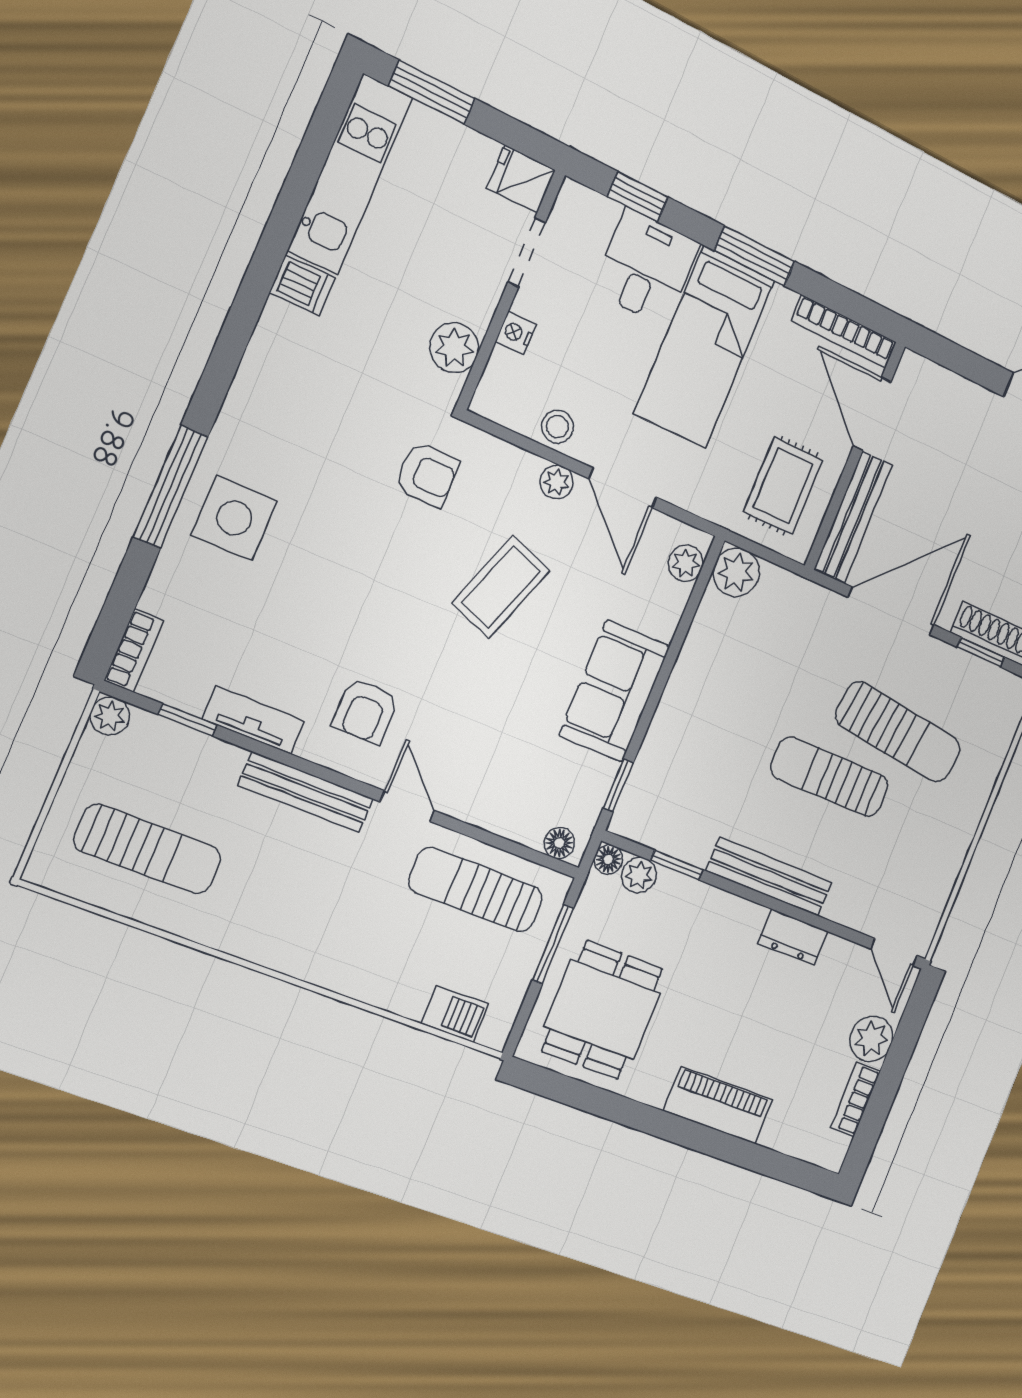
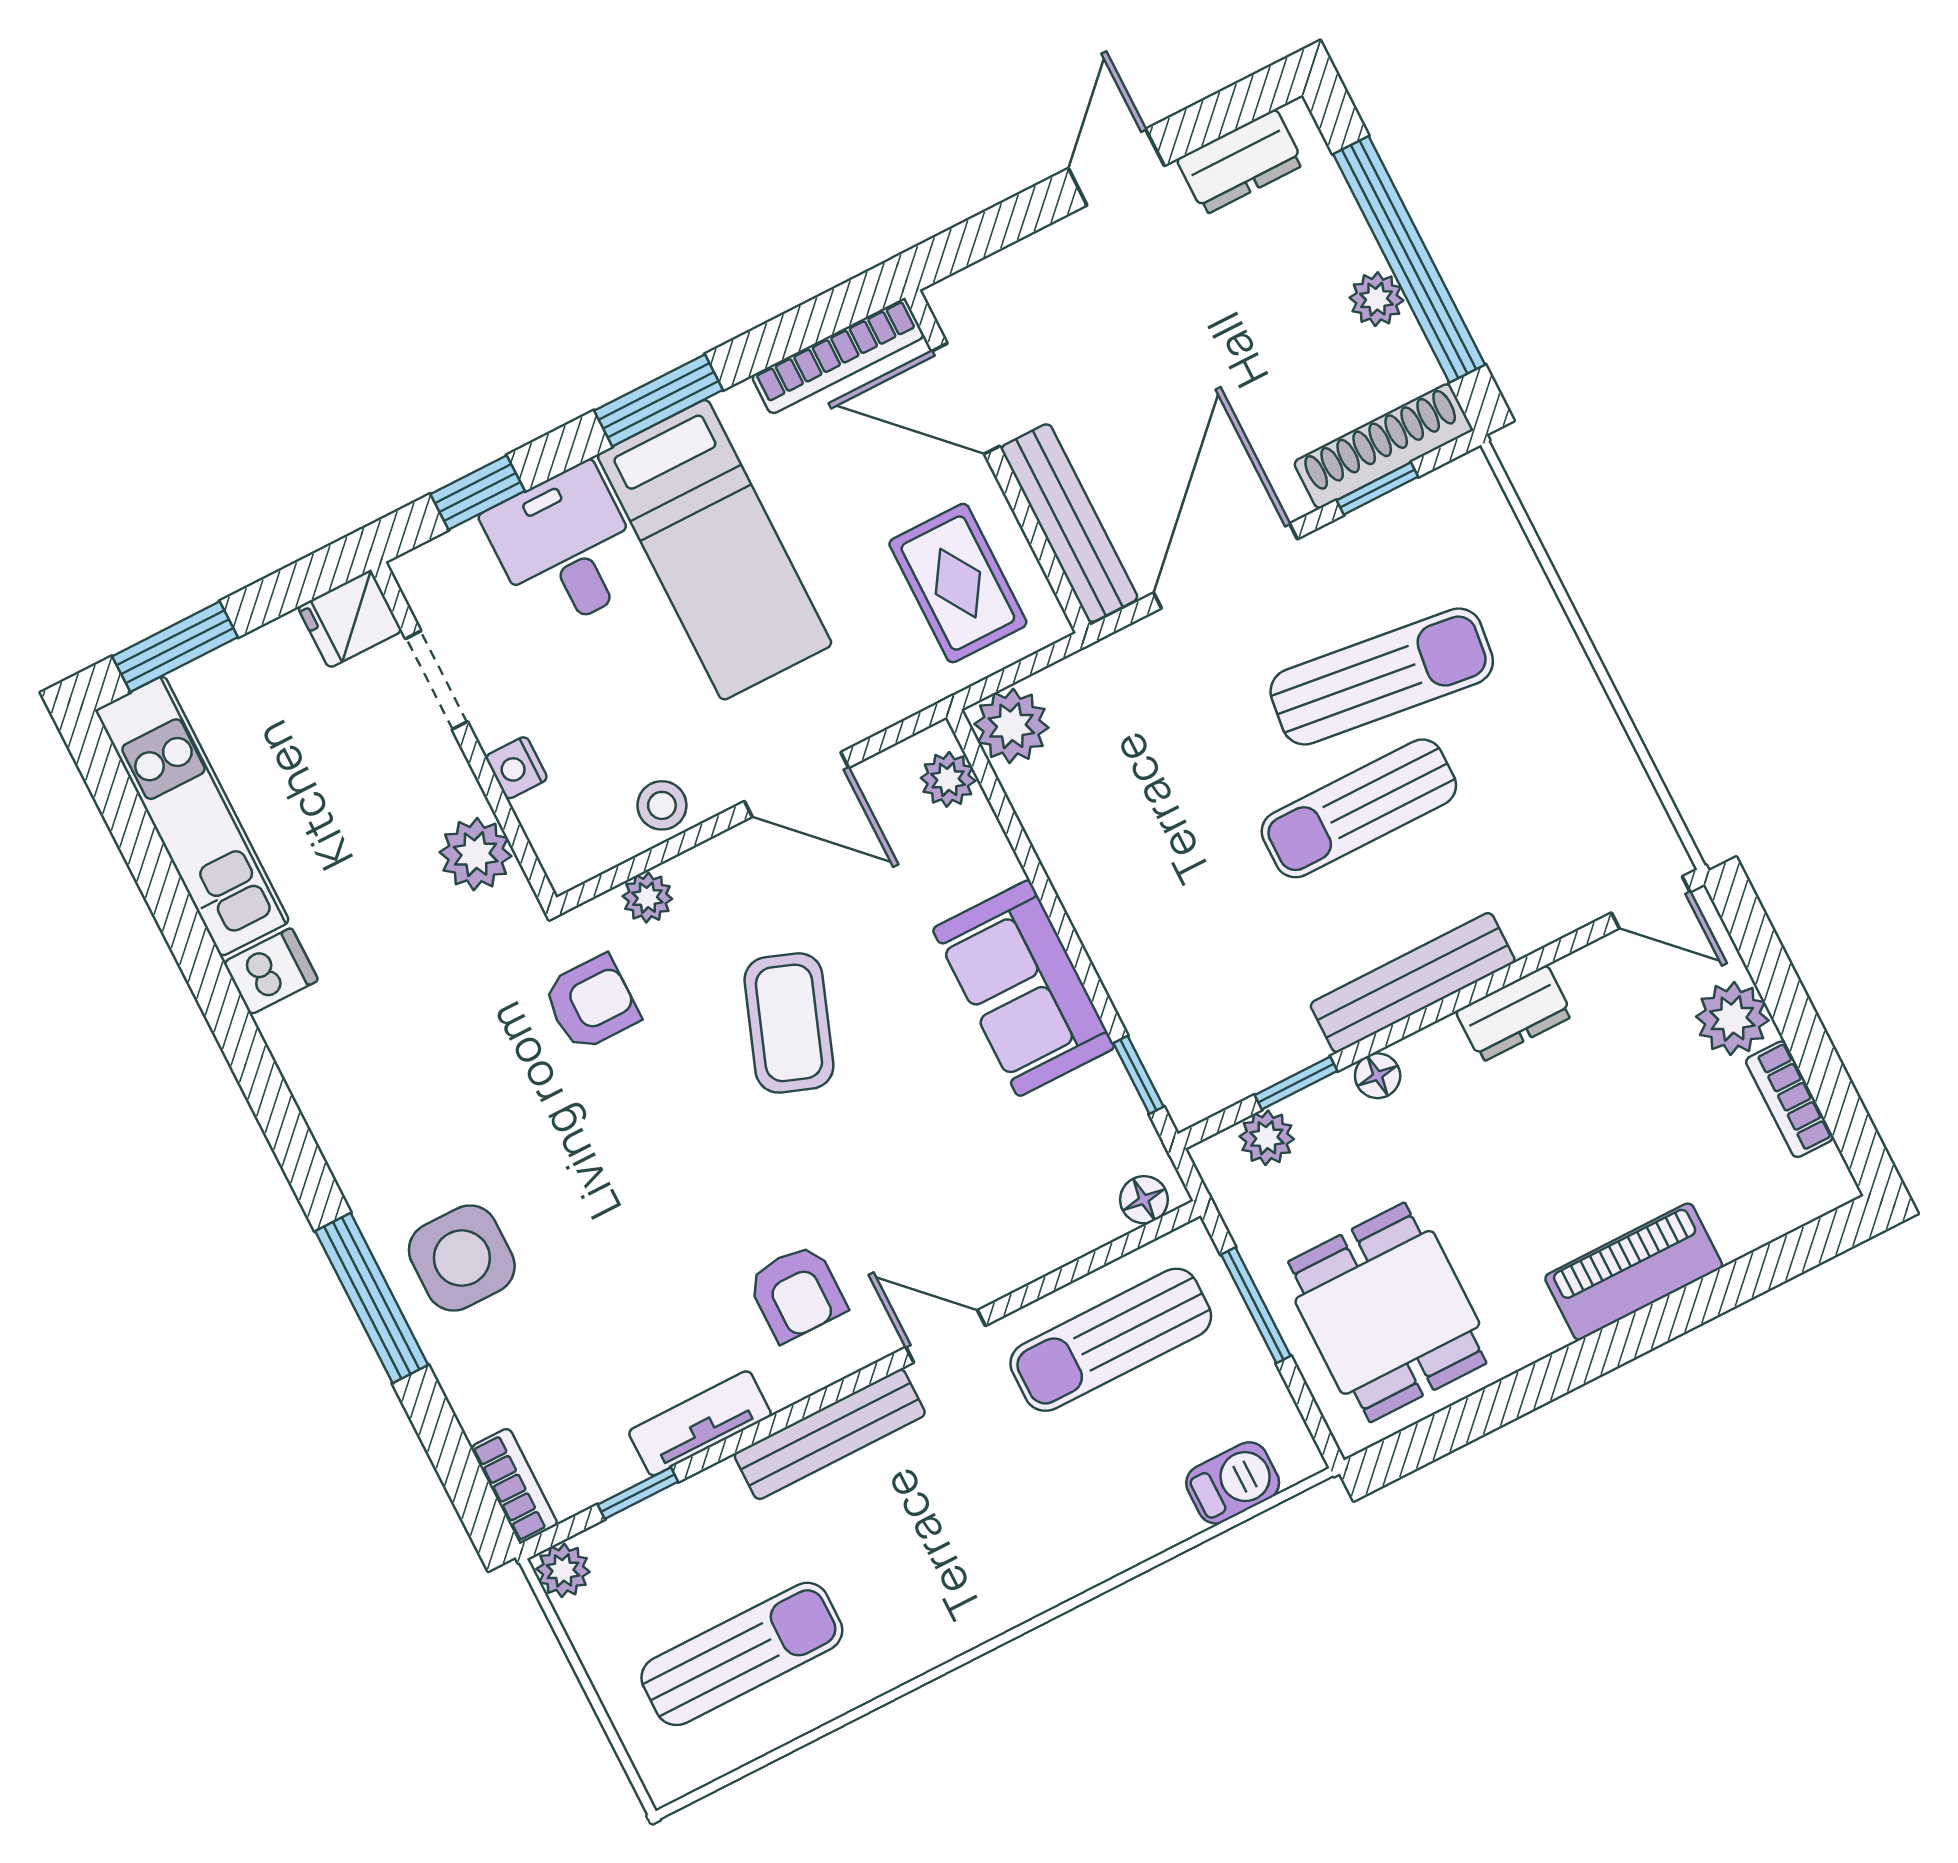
plant: (557, 482) -> (647, 898), moved
floor lamp: (608, 859) -> (1378, 1076), moved

